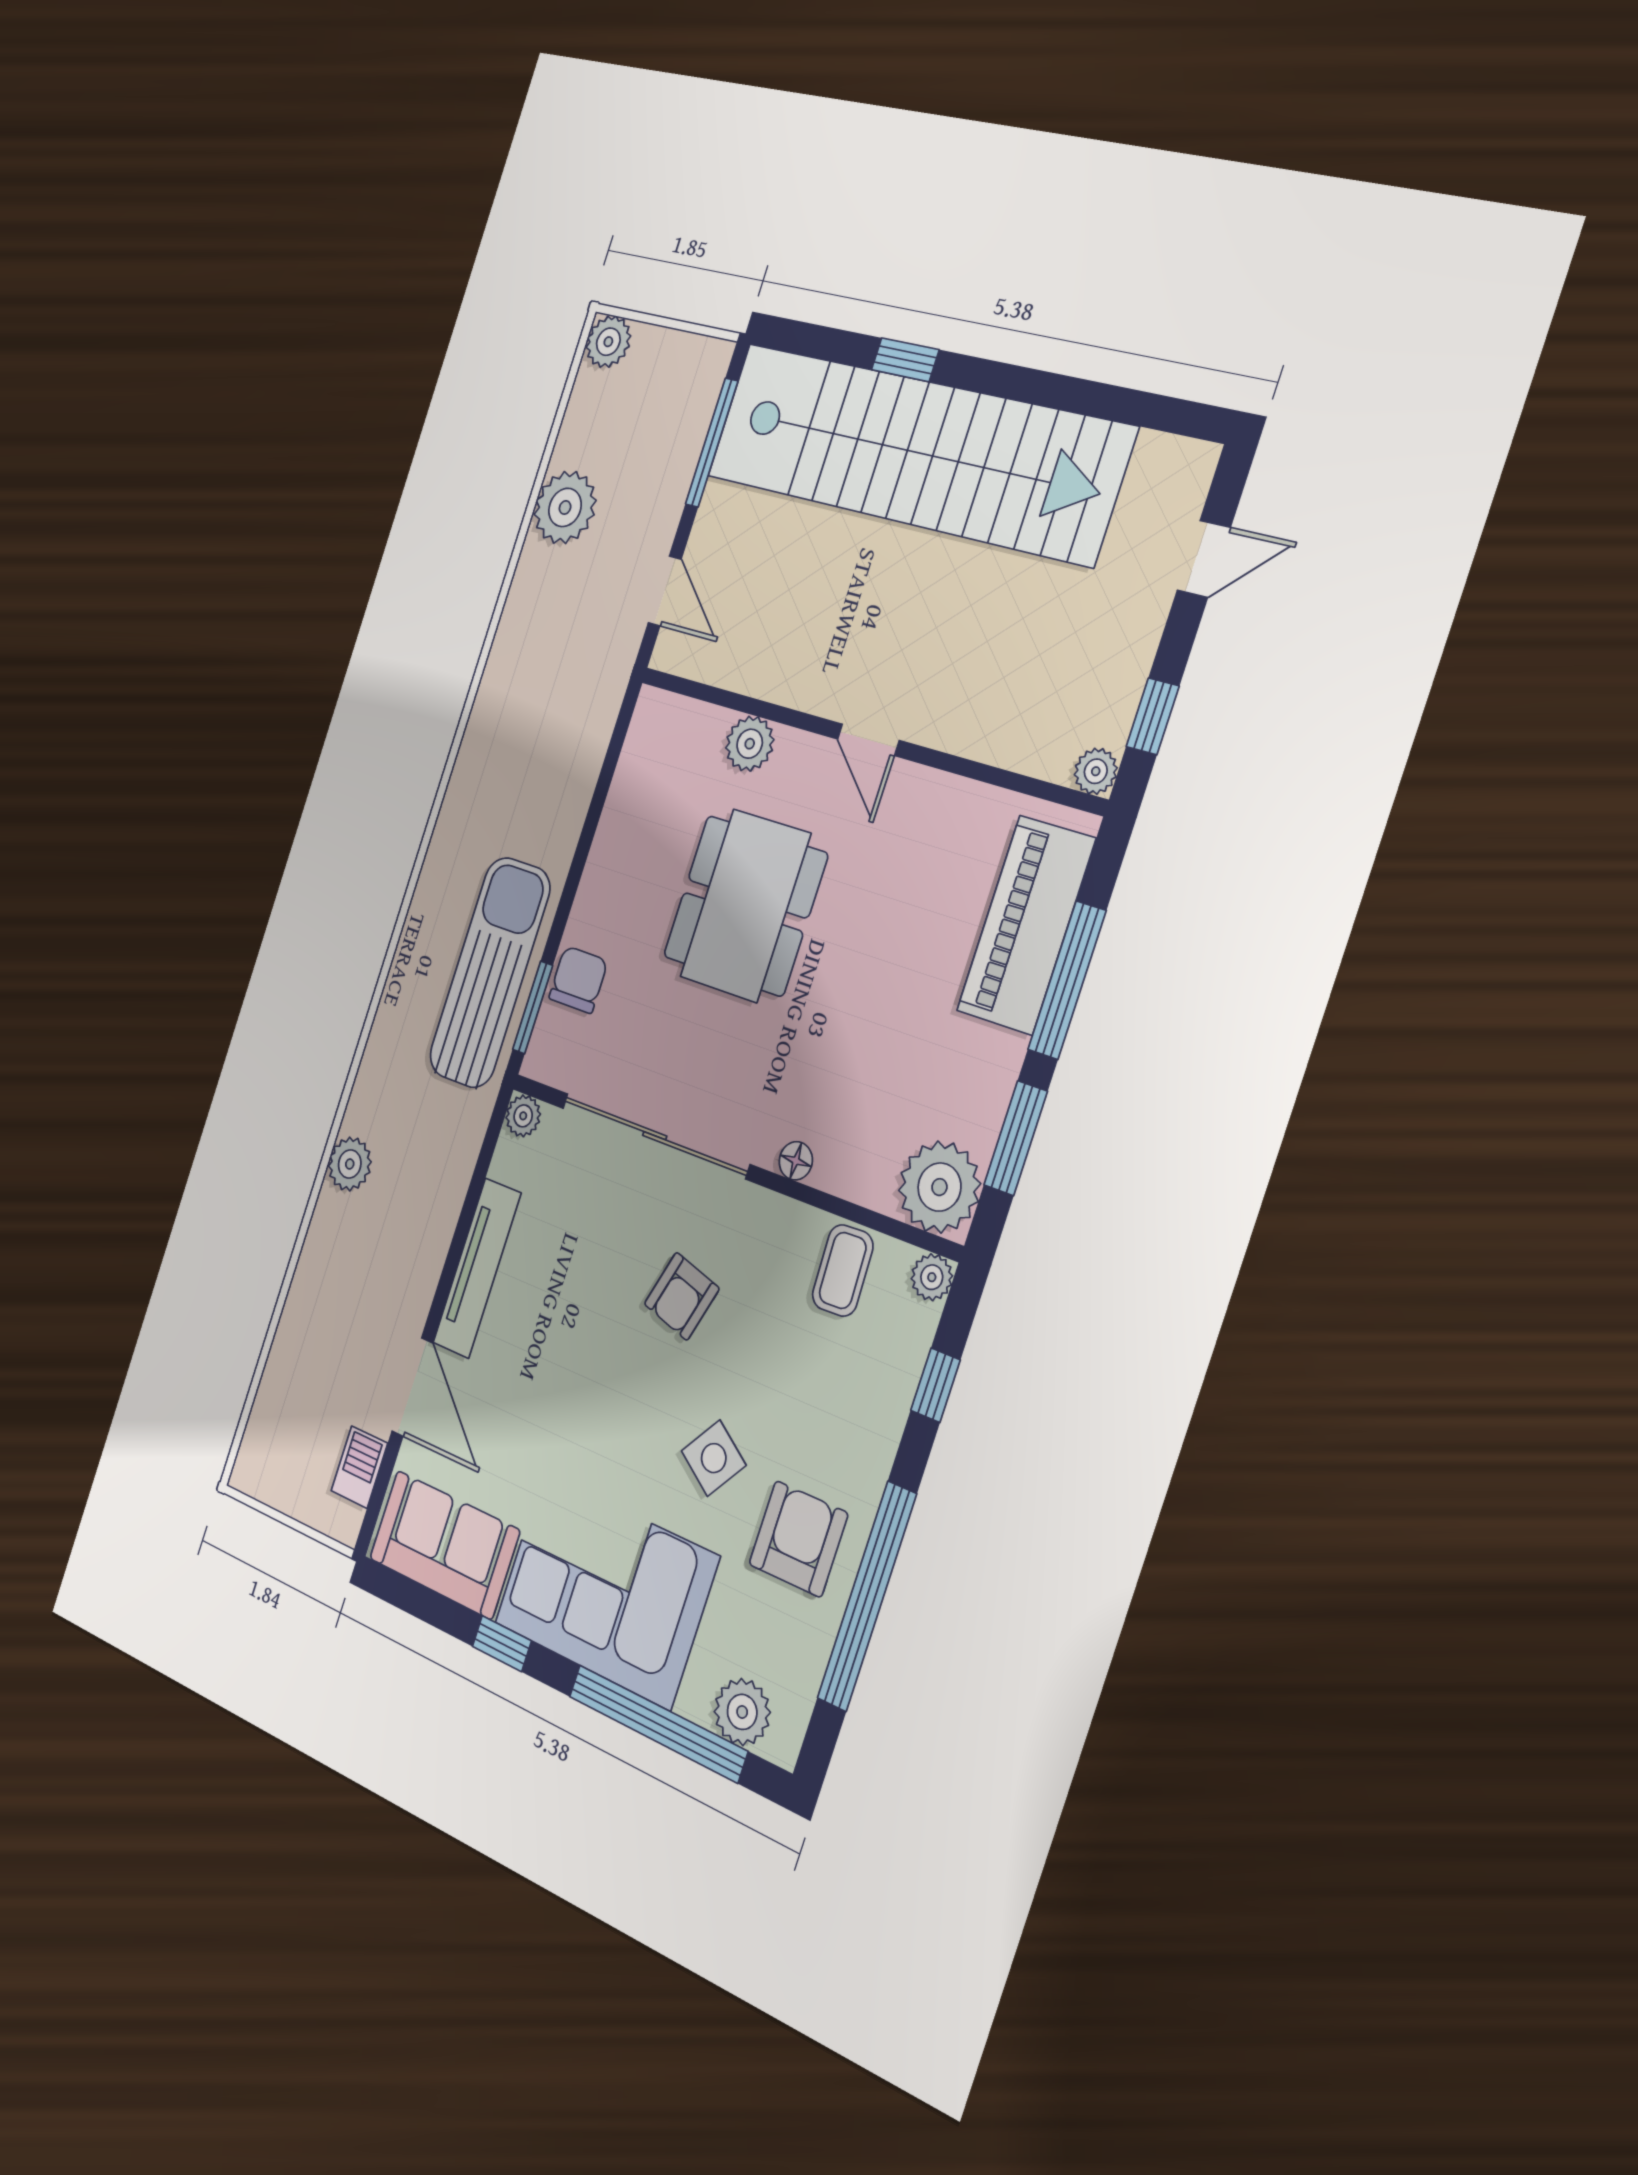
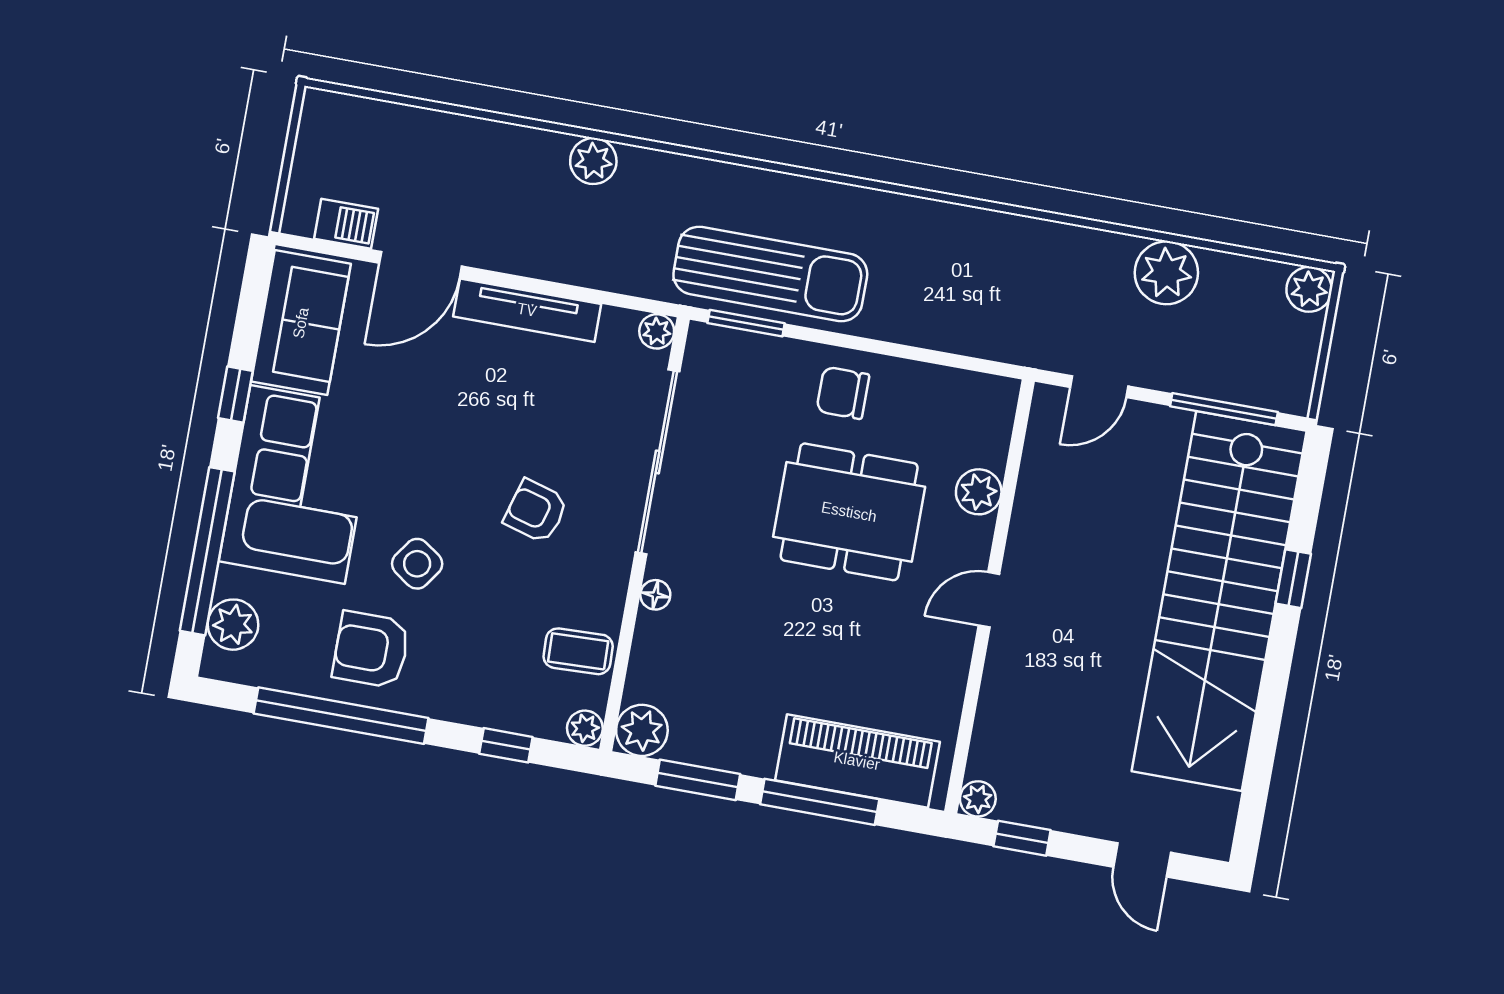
chair: (578, 980) -> (843, 393), moved, turned 180
plant: (939, 1187) -> (642, 730), width x0.73, depth x0.73
armchair: (798, 1539) -> (371, 650), turned 180

